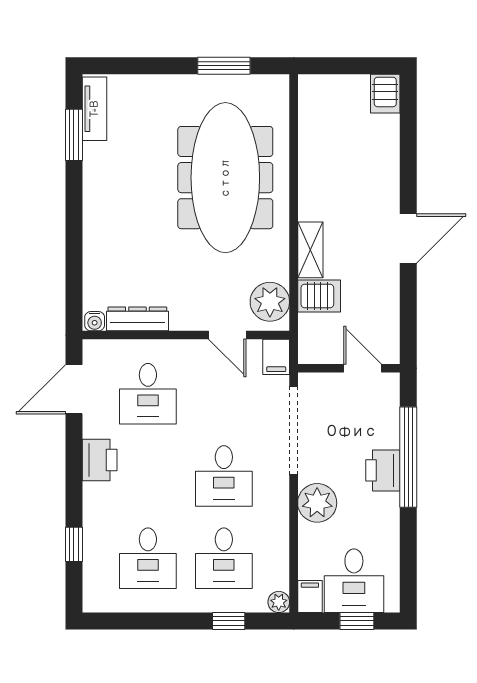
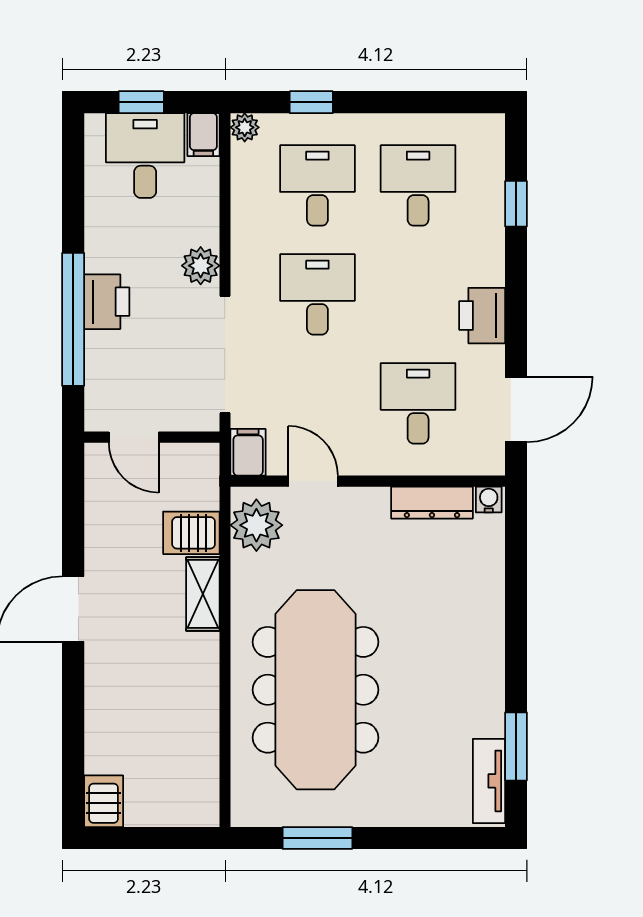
plant: (317, 503) -> (201, 266), width x0.73, depth x0.73

